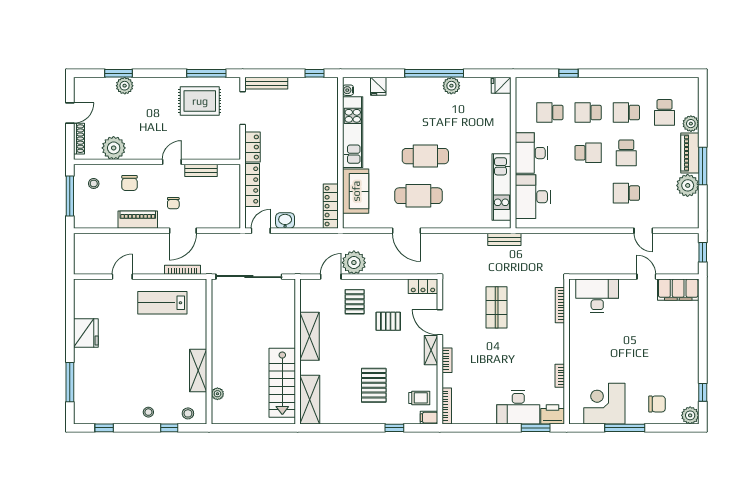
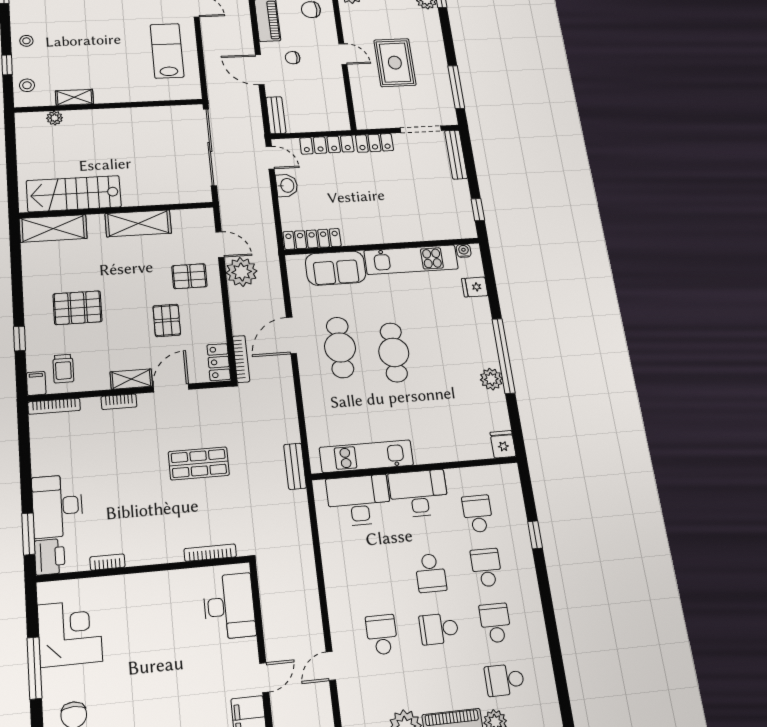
rug: (200, 101) -> (395, 63), moved
bench: (201, 170) -> (276, 115), moved
bookcase: (183, 270) -> (241, 359), moved
shelving: (198, 371) -> (74, 97), width x0.67, depth x0.75

